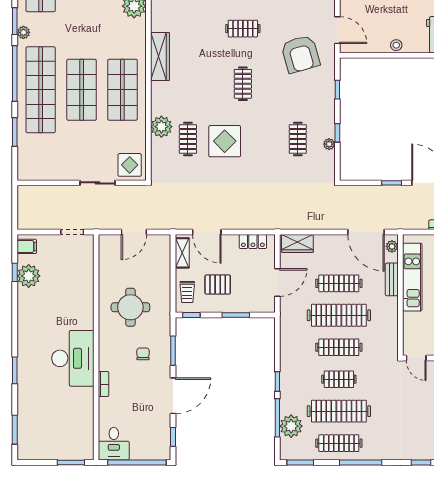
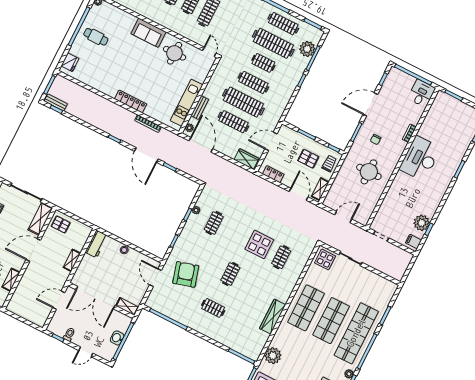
plant: (161, 127) -> (294, 273), removed

